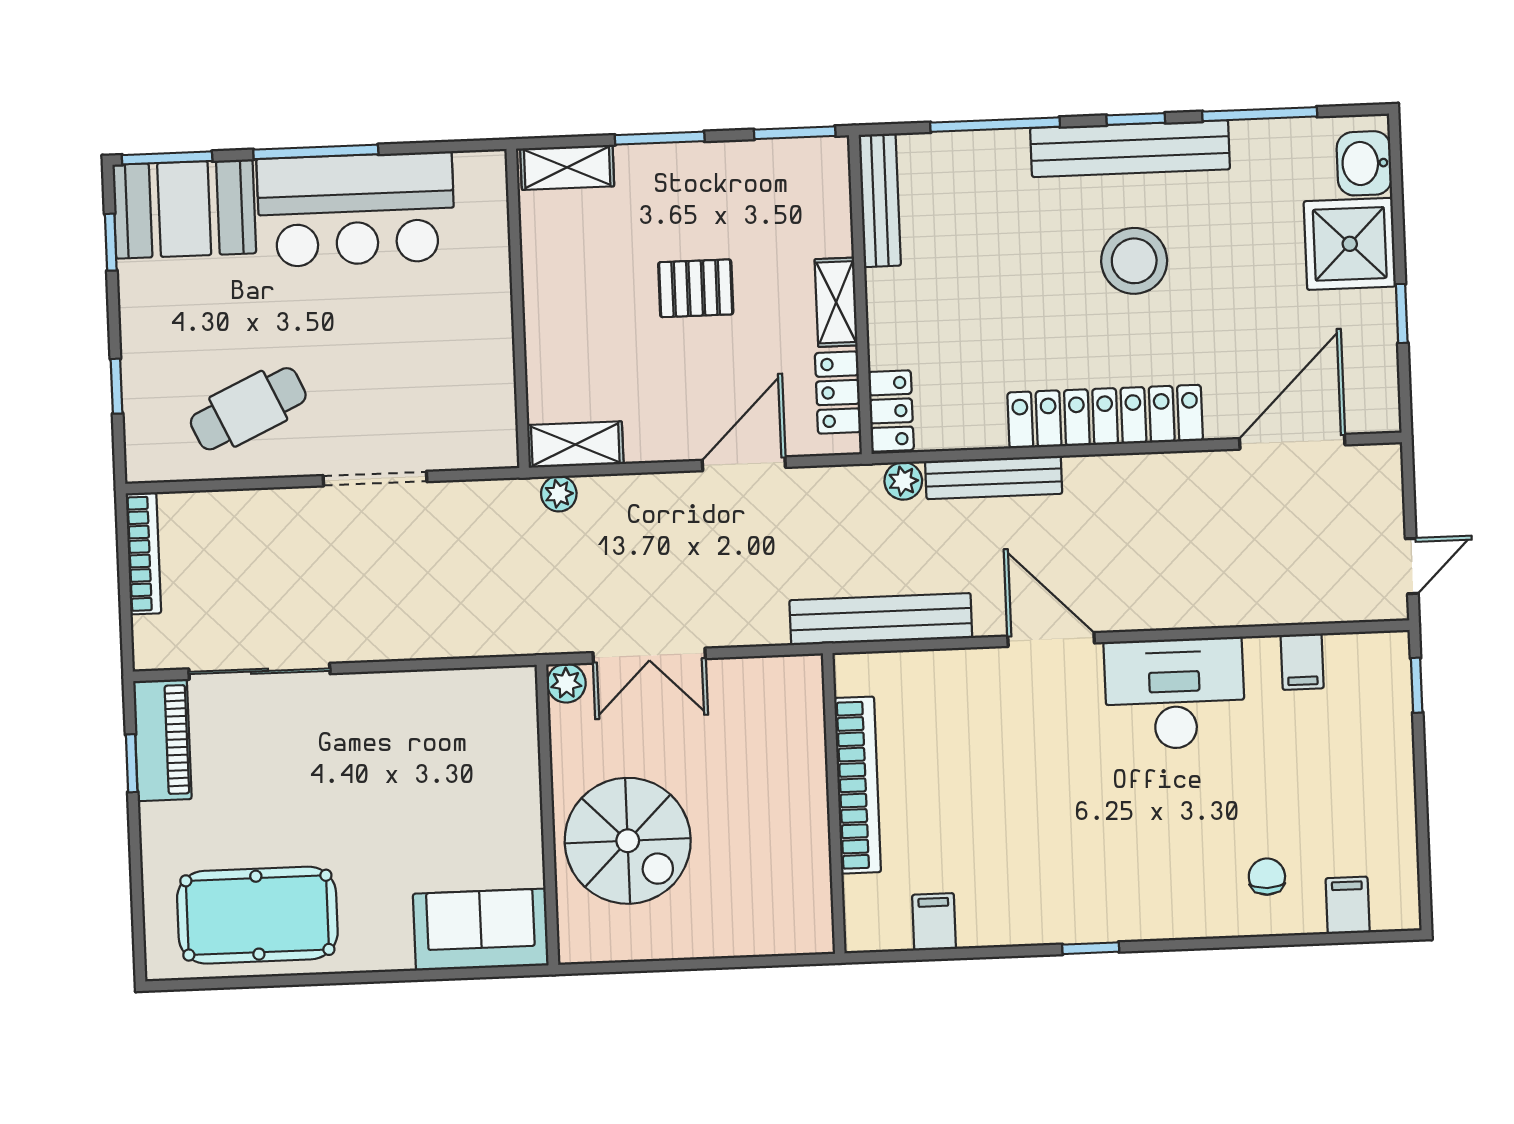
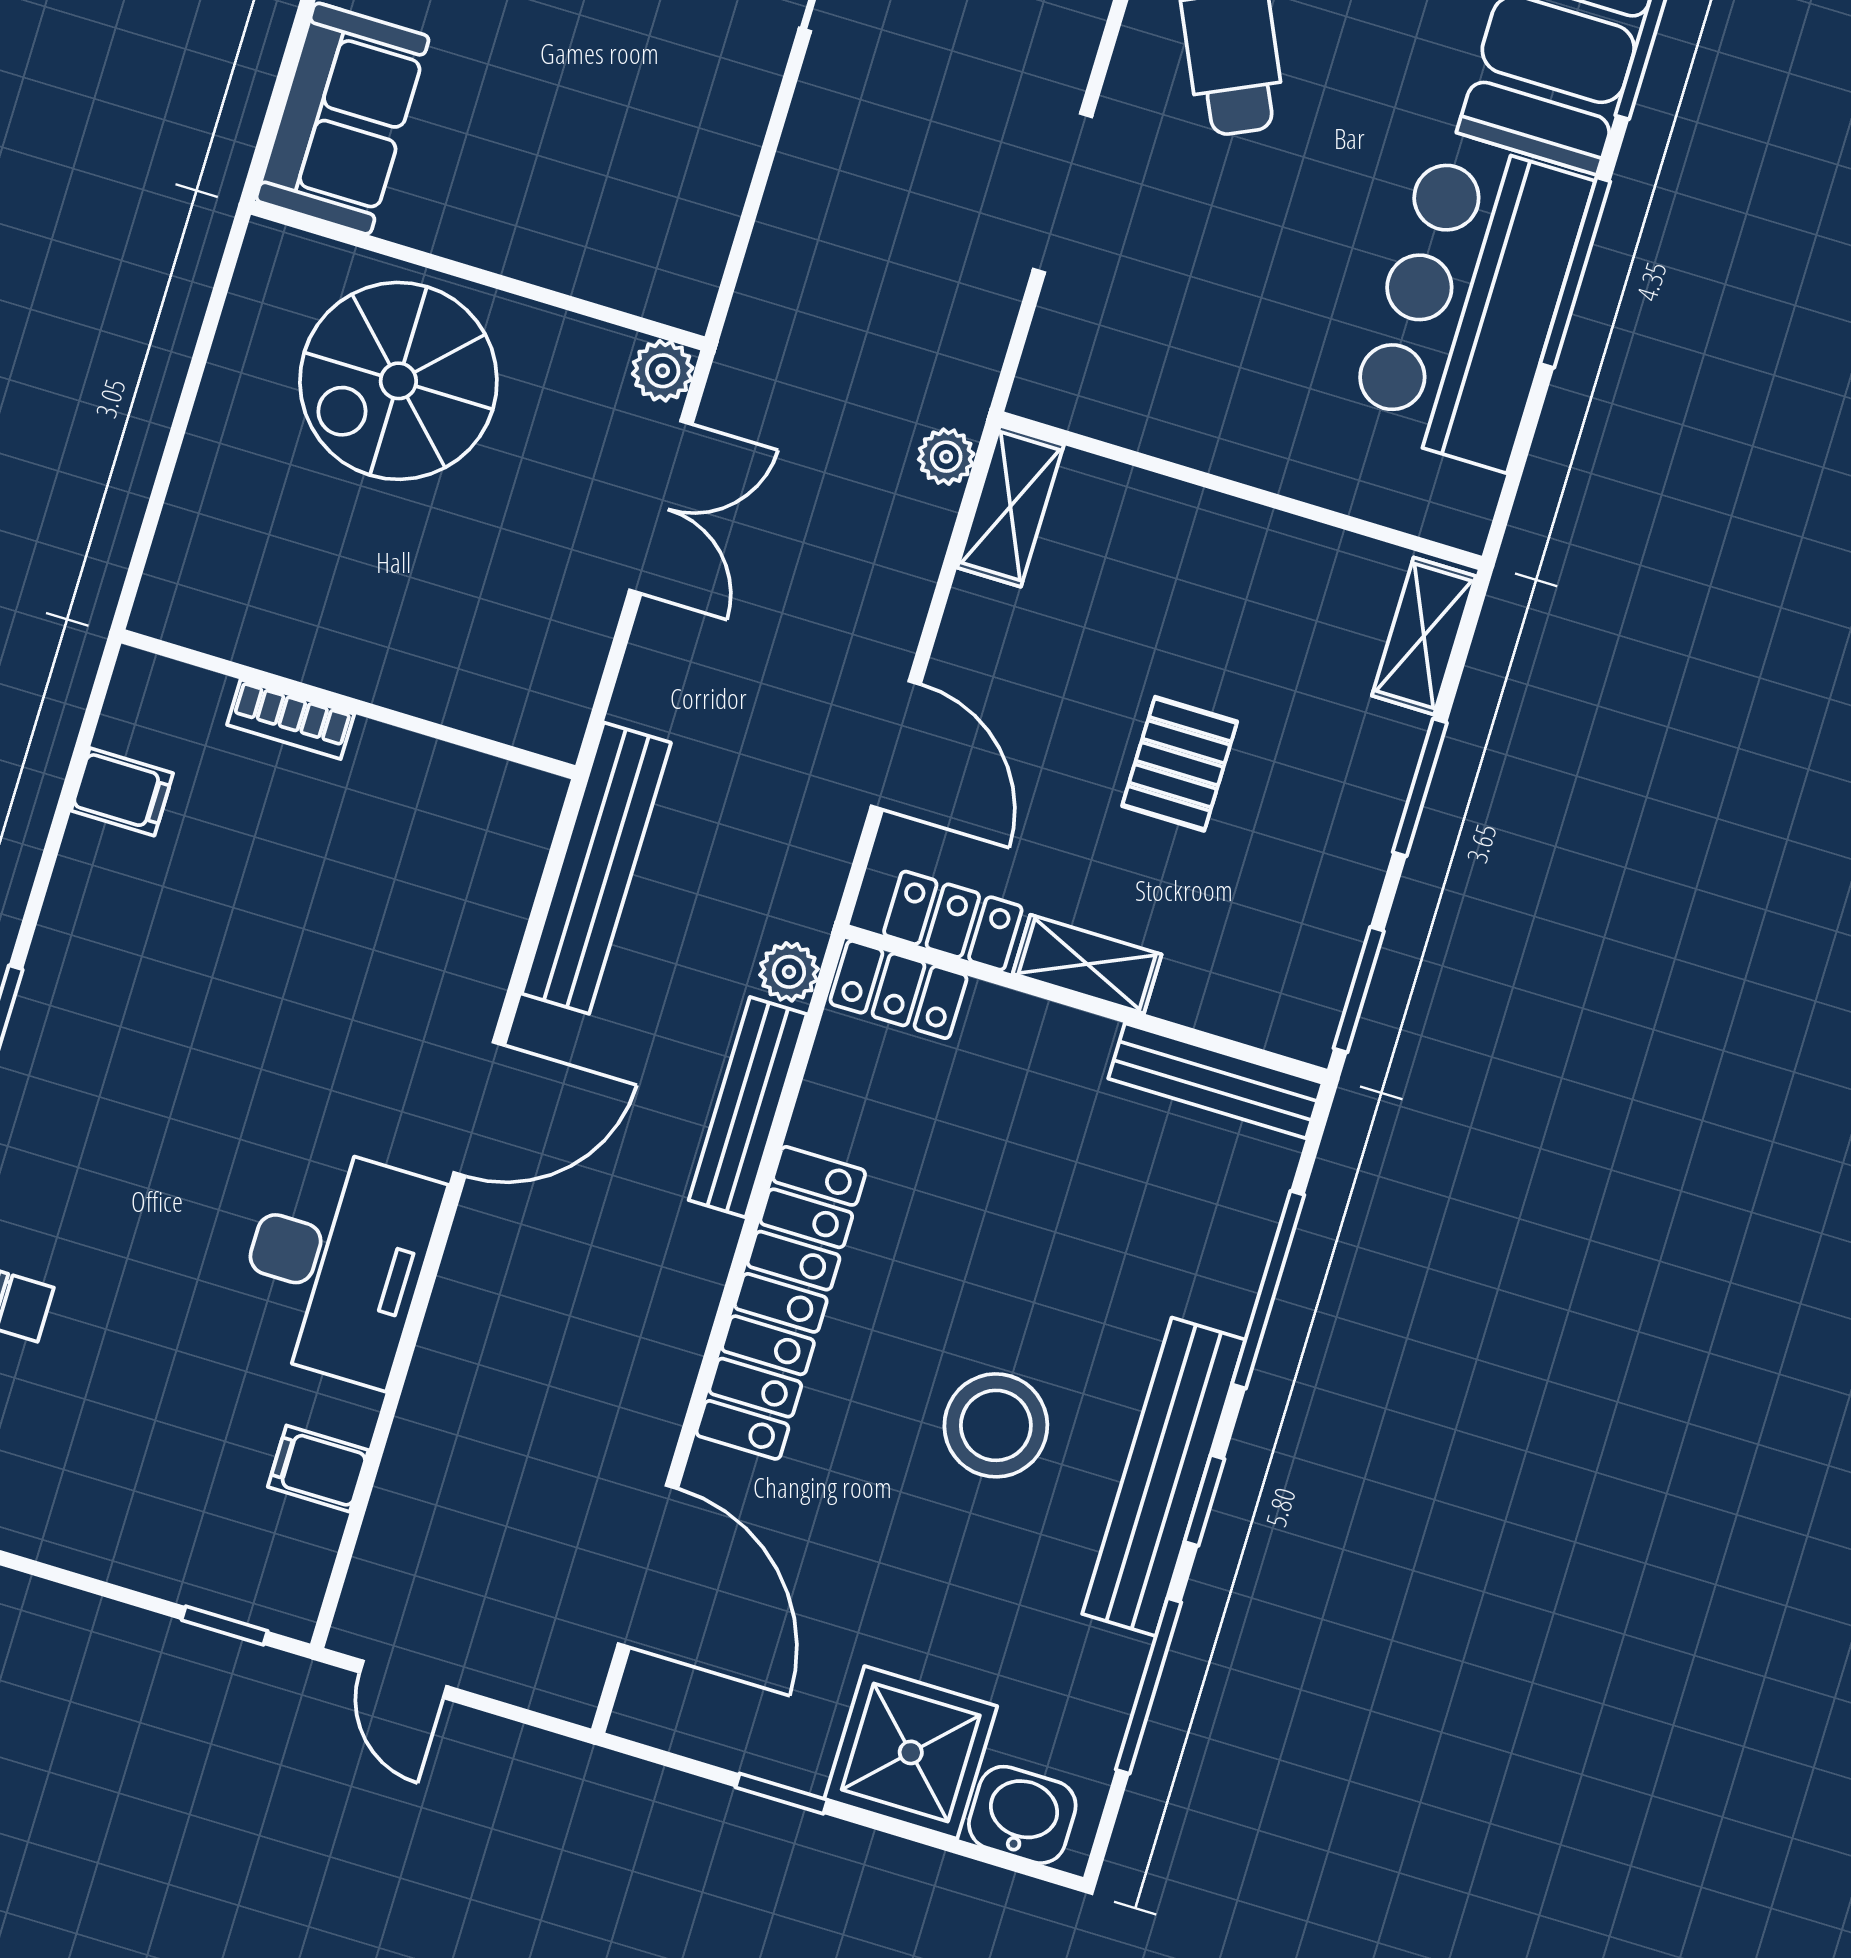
double door: (649, 656) -> (661, 507), swing flipped
bookcase: (858, 785) -> (291, 719), width x0.43, depth x0.76

